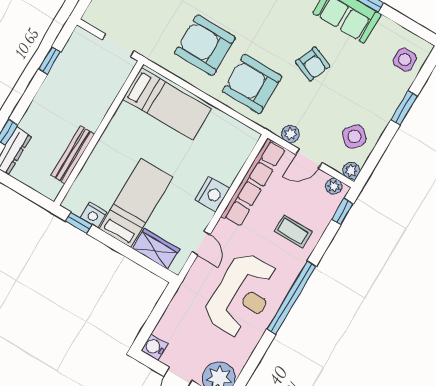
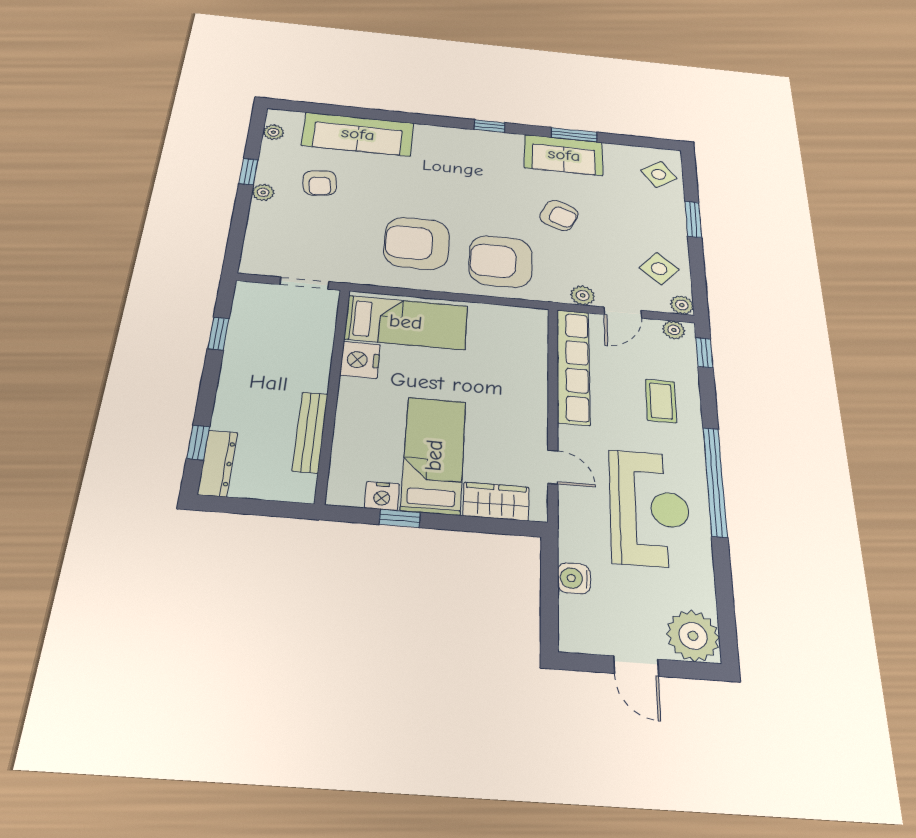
side table: (405, 60) -> (659, 174), turned -35
nightstand: (212, 194) -> (360, 360), moved, turned 180
window: (79, 223) -> (400, 518), moved
coffee table: (293, 231) -> (661, 401), turned 90
water cooler: (154, 347) -> (574, 578), moved

